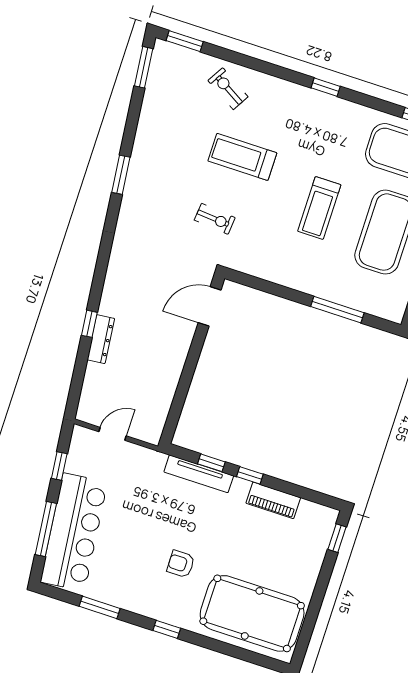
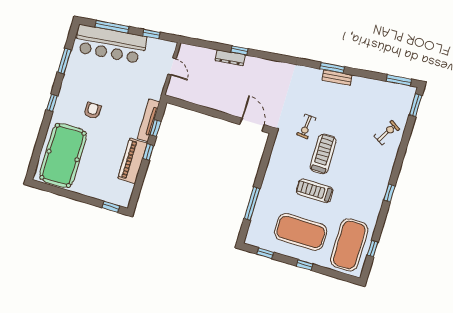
treadmill: (242, 157) -> (323, 154), moved
bench: (137, 167) -> (337, 78), added
piano: (273, 500) -> (133, 161), width x1.37, depth x1.33

